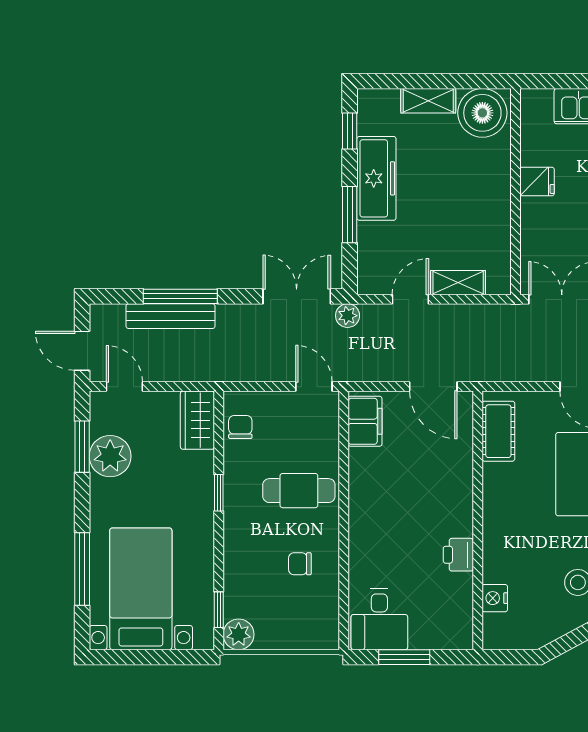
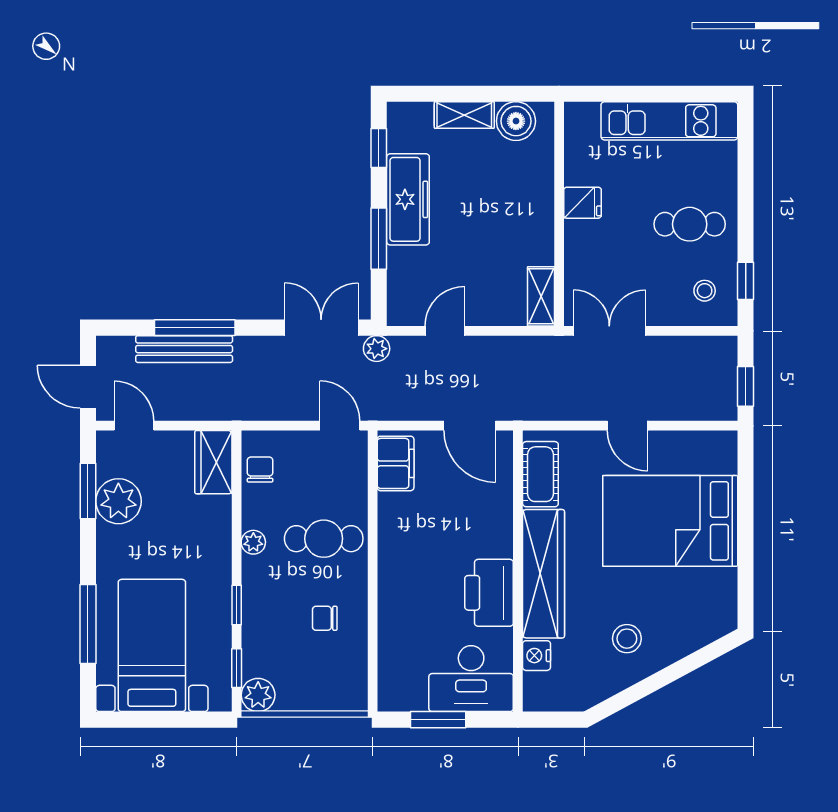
boiler: (482, 113) -> (516, 121), width x0.73, depth x0.73
shelving: (458, 283) -> (541, 296), moved, turned 90
window: (219, 493) -> (237, 605), moved
plant: (234, 494) -> (253, 542), added
wardrobe: (501, 523) -> (544, 574), added
printer: (458, 555) -> (489, 593), width x1.87, depth x1.48
desk: (379, 619) -> (471, 679), moved, width x1.37

